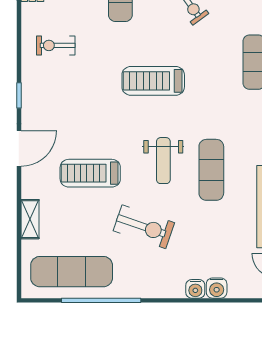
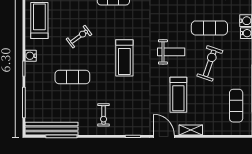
exercise mat: (211, 170) -> (209, 28), moved
shelving: (30, 219) -> (191, 130), moved
exercise mat: (72, 272) -> (236, 106), width x0.73, depth x0.69

